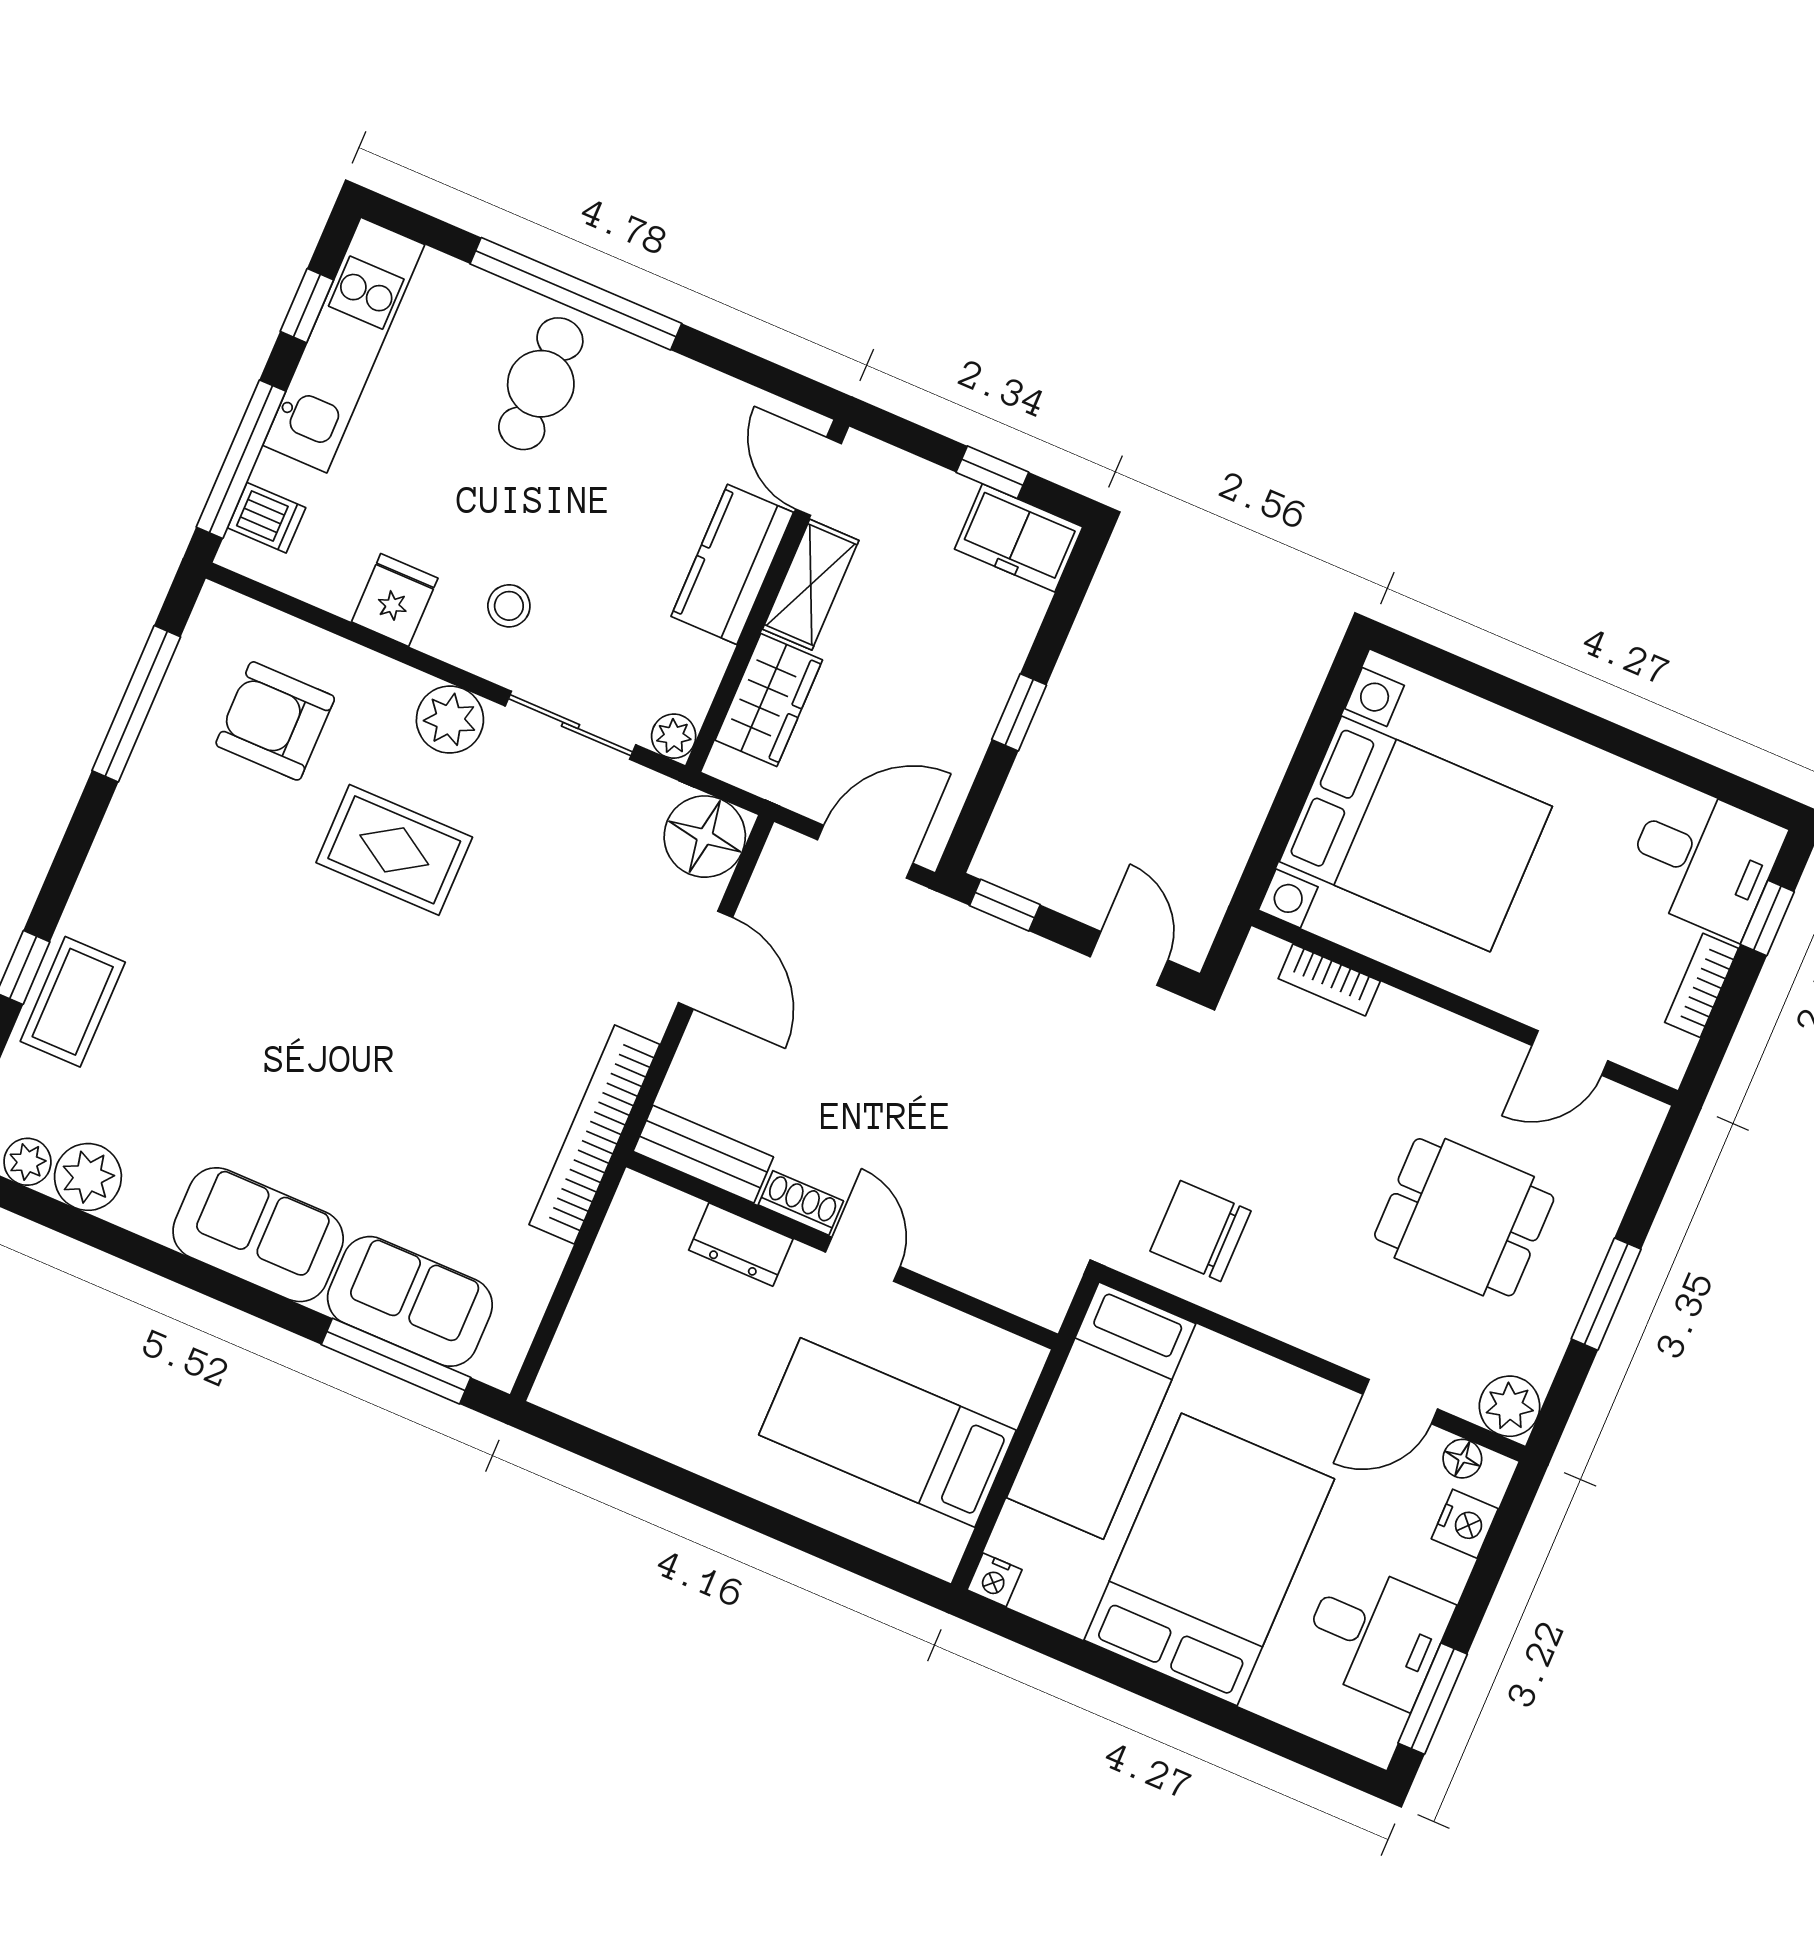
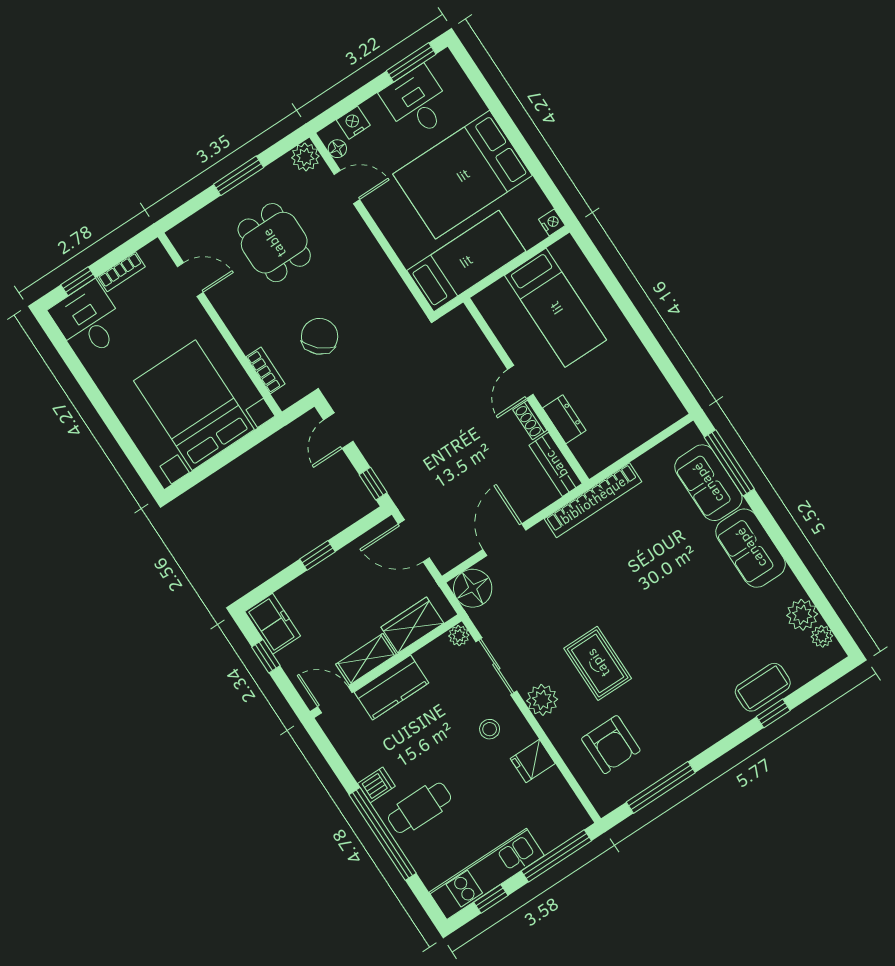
door: (818, 476) -> (335, 700), swing flipped
dishwasher: (267, 518) -> (376, 785), moved, turned 90
chair: (1201, 1231) -> (320, 336), moved, turned -137

